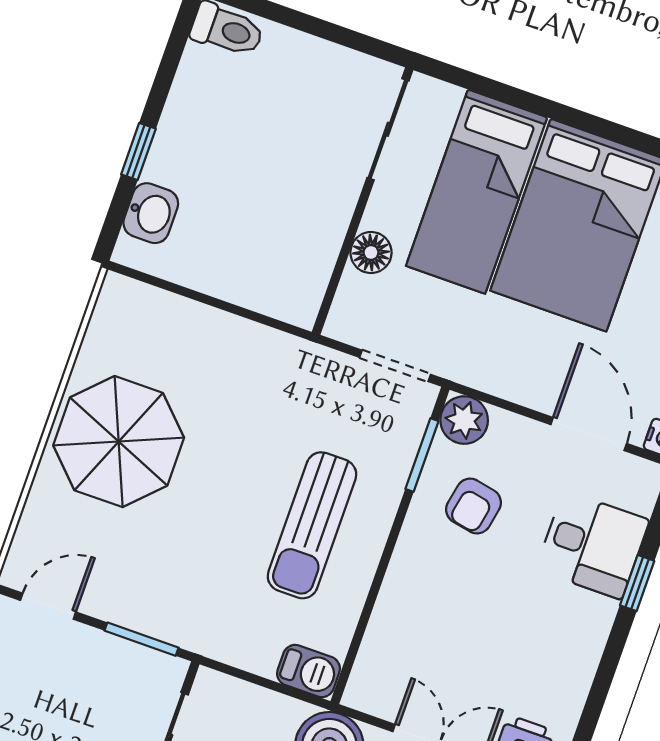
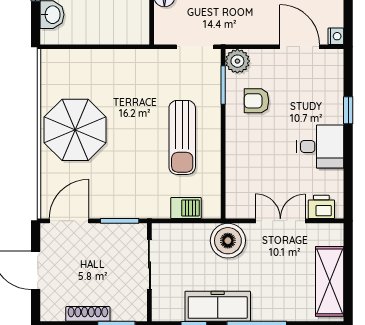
armchair: (474, 506) -> (257, 101), turned 79
desk: (593, 545) -> (320, 146), moved
door: (48, 606) -> (69, 221), width x1.38
barbecue: (309, 671) -> (186, 208), moved

